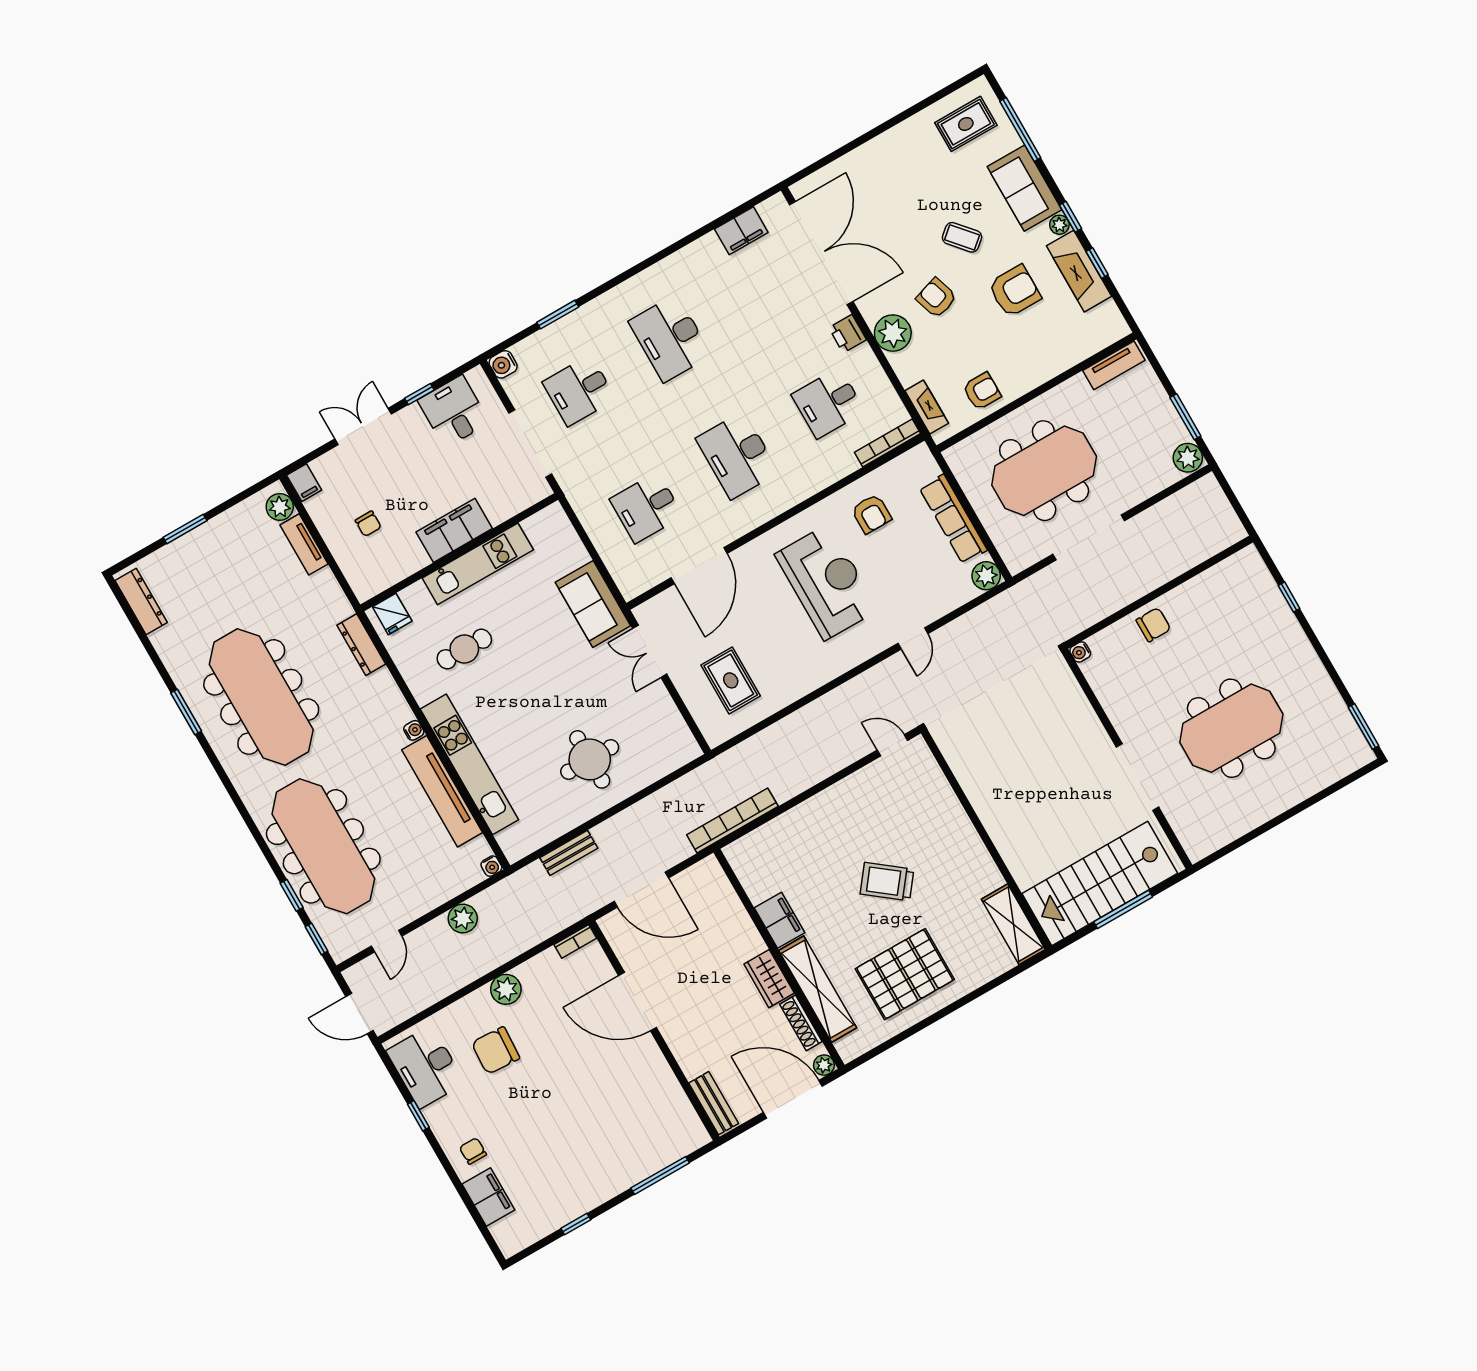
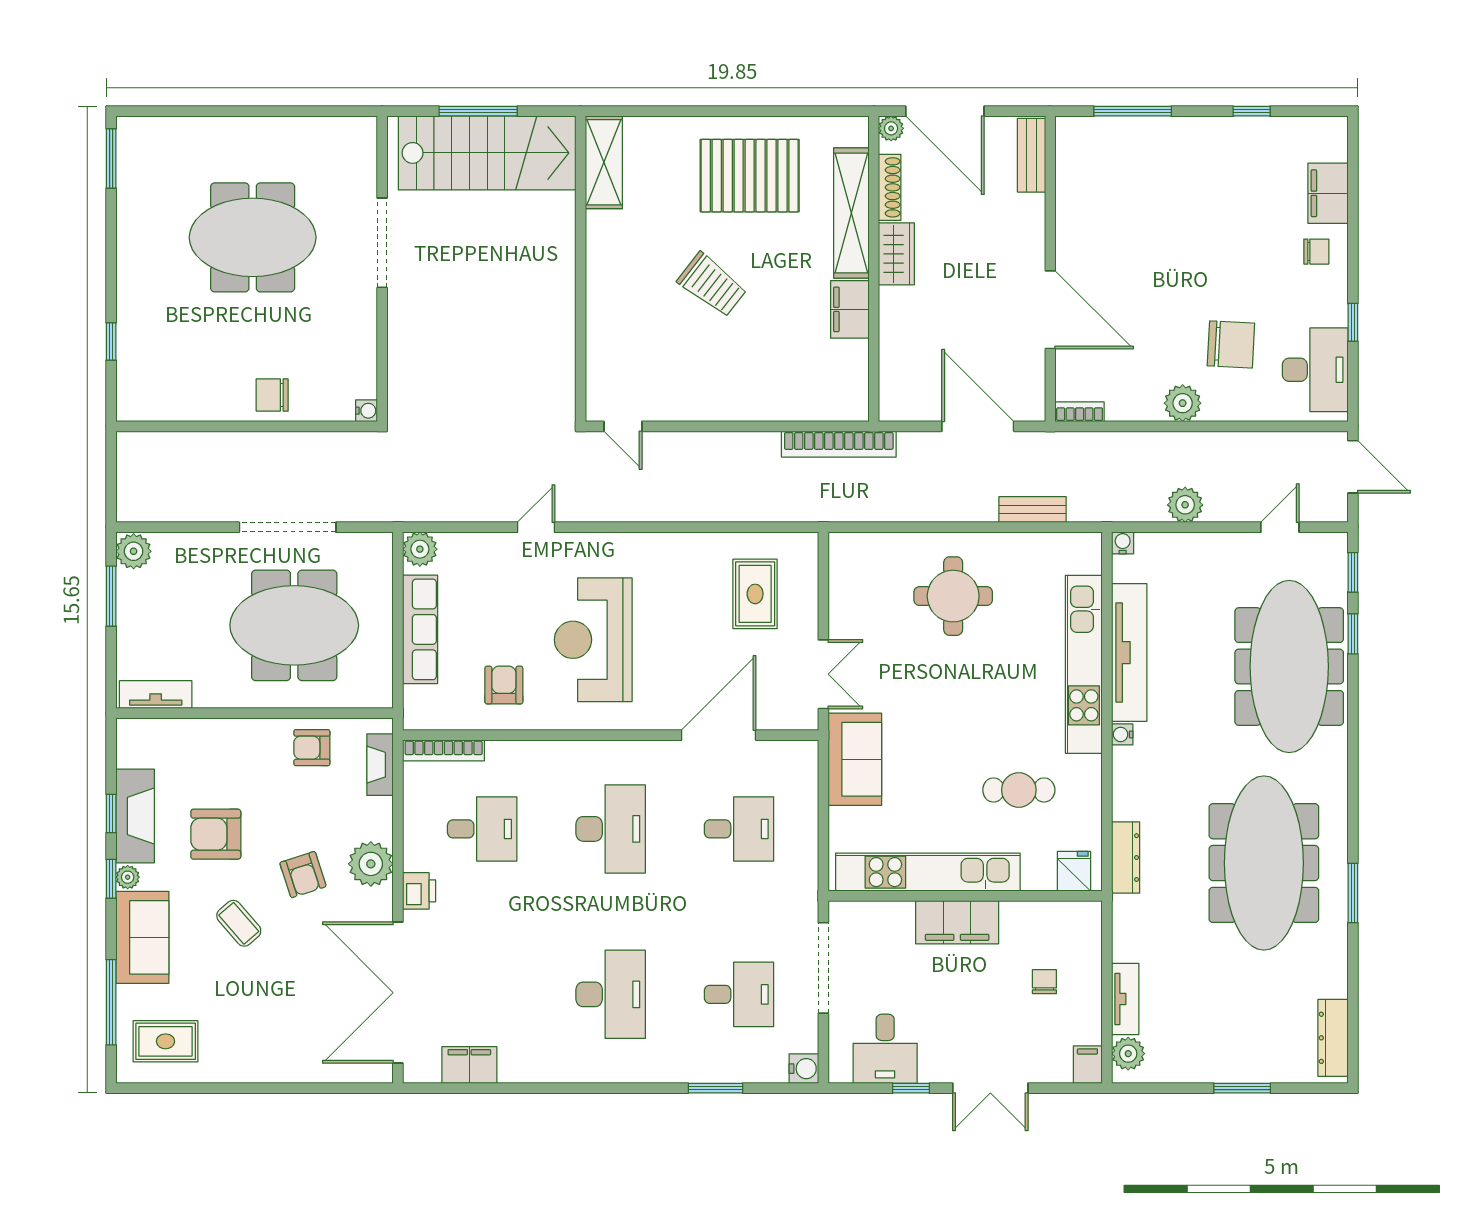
kitchen unit: (478, 564) -> (928, 872), width x1.36
chair: (473, 1151) -> (1316, 252), turned -90

